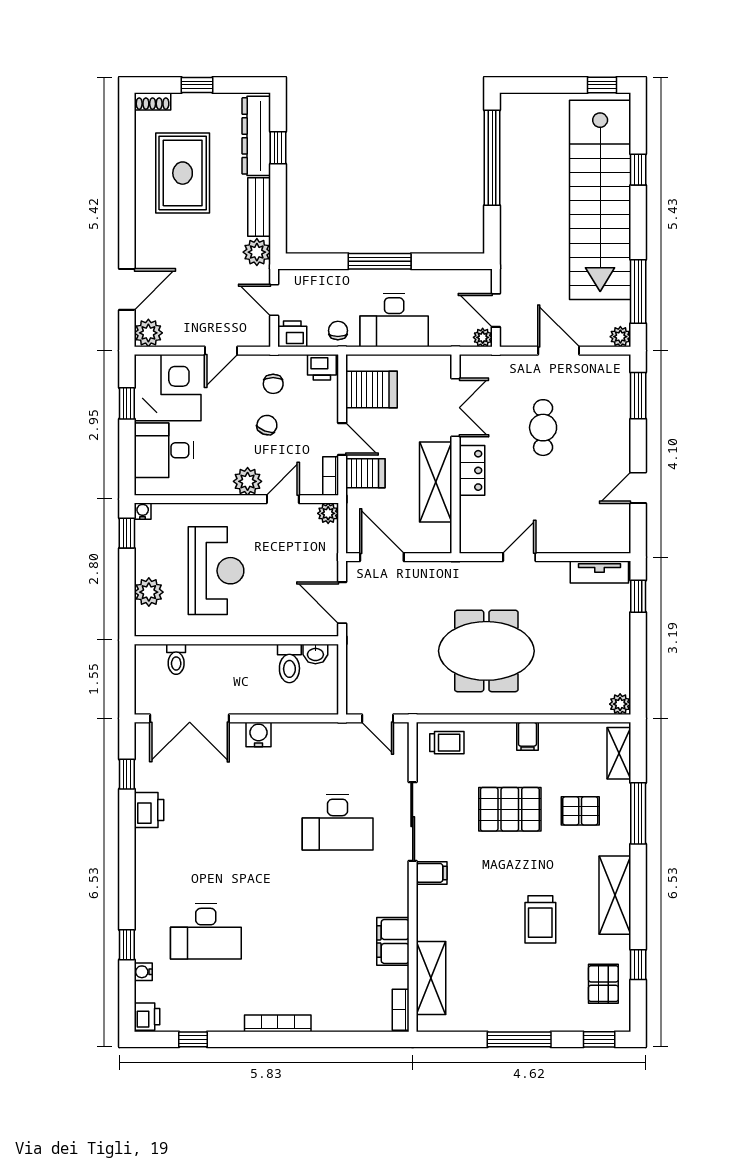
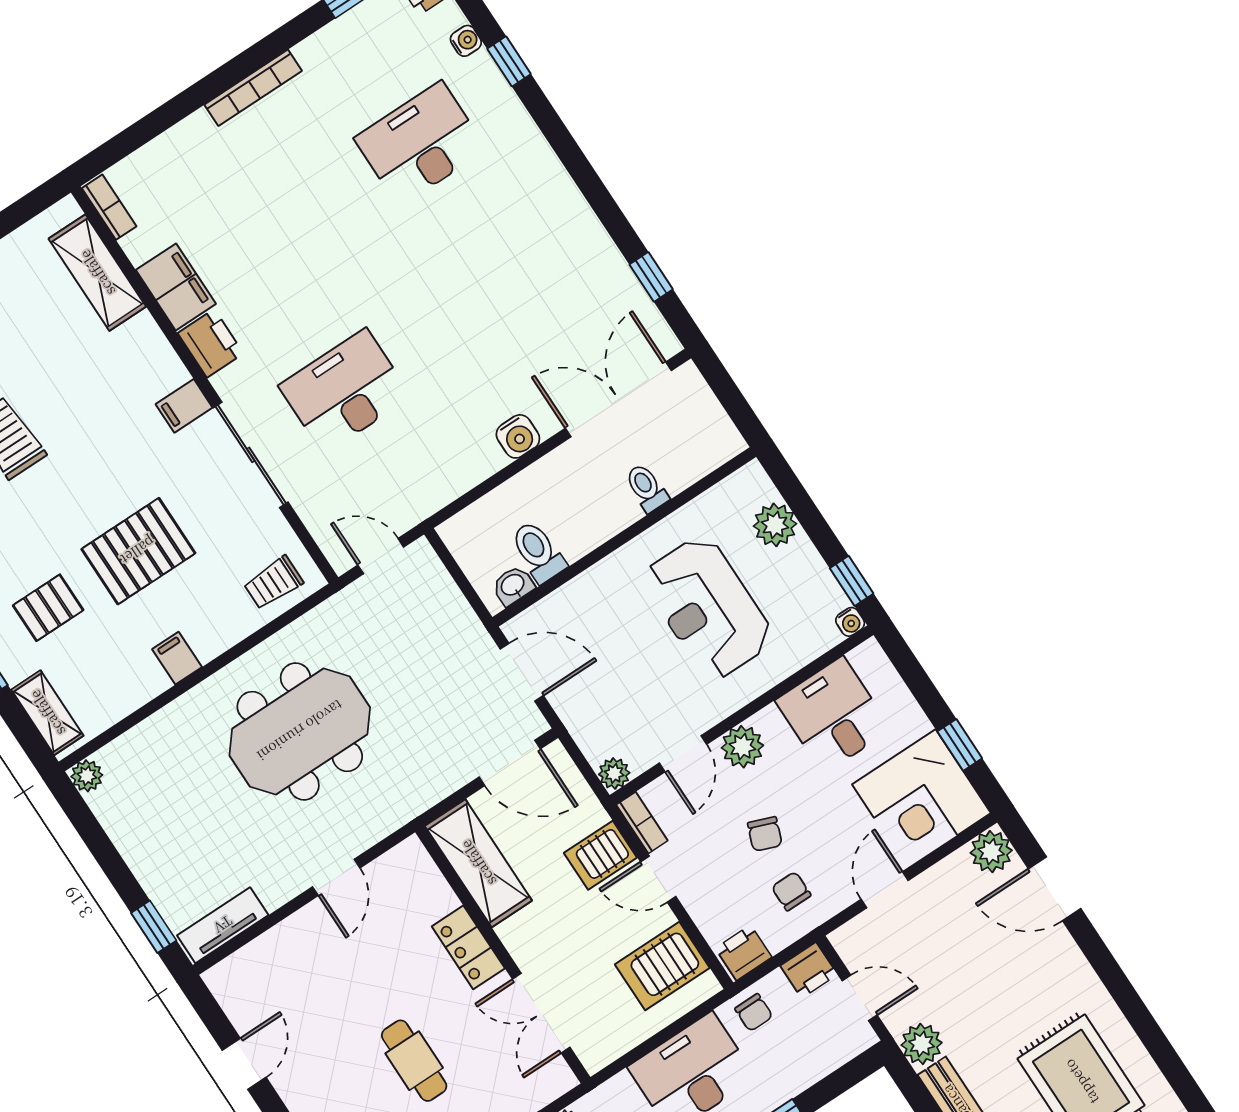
door: (127, 289) -> (1055, 889), hinge flipped
desk: (164, 450) -> (833, 715), moved, turned -90
shelving: (436, 482) -> (478, 863), moved
toilet: (176, 659) -> (647, 488), moved
printer: (149, 810) -> (211, 343), moved, turned 180

